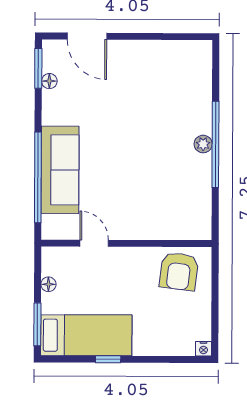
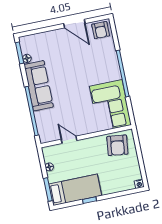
door: (87, 36) -> (74, 24), moved
armchair: (192, 58) -> (101, 30), added
plant: (203, 144) -> (116, 75), removed
sofa: (60, 170) -> (39, 86), moved
corner sofa: (181, 197) -> (110, 106), added

